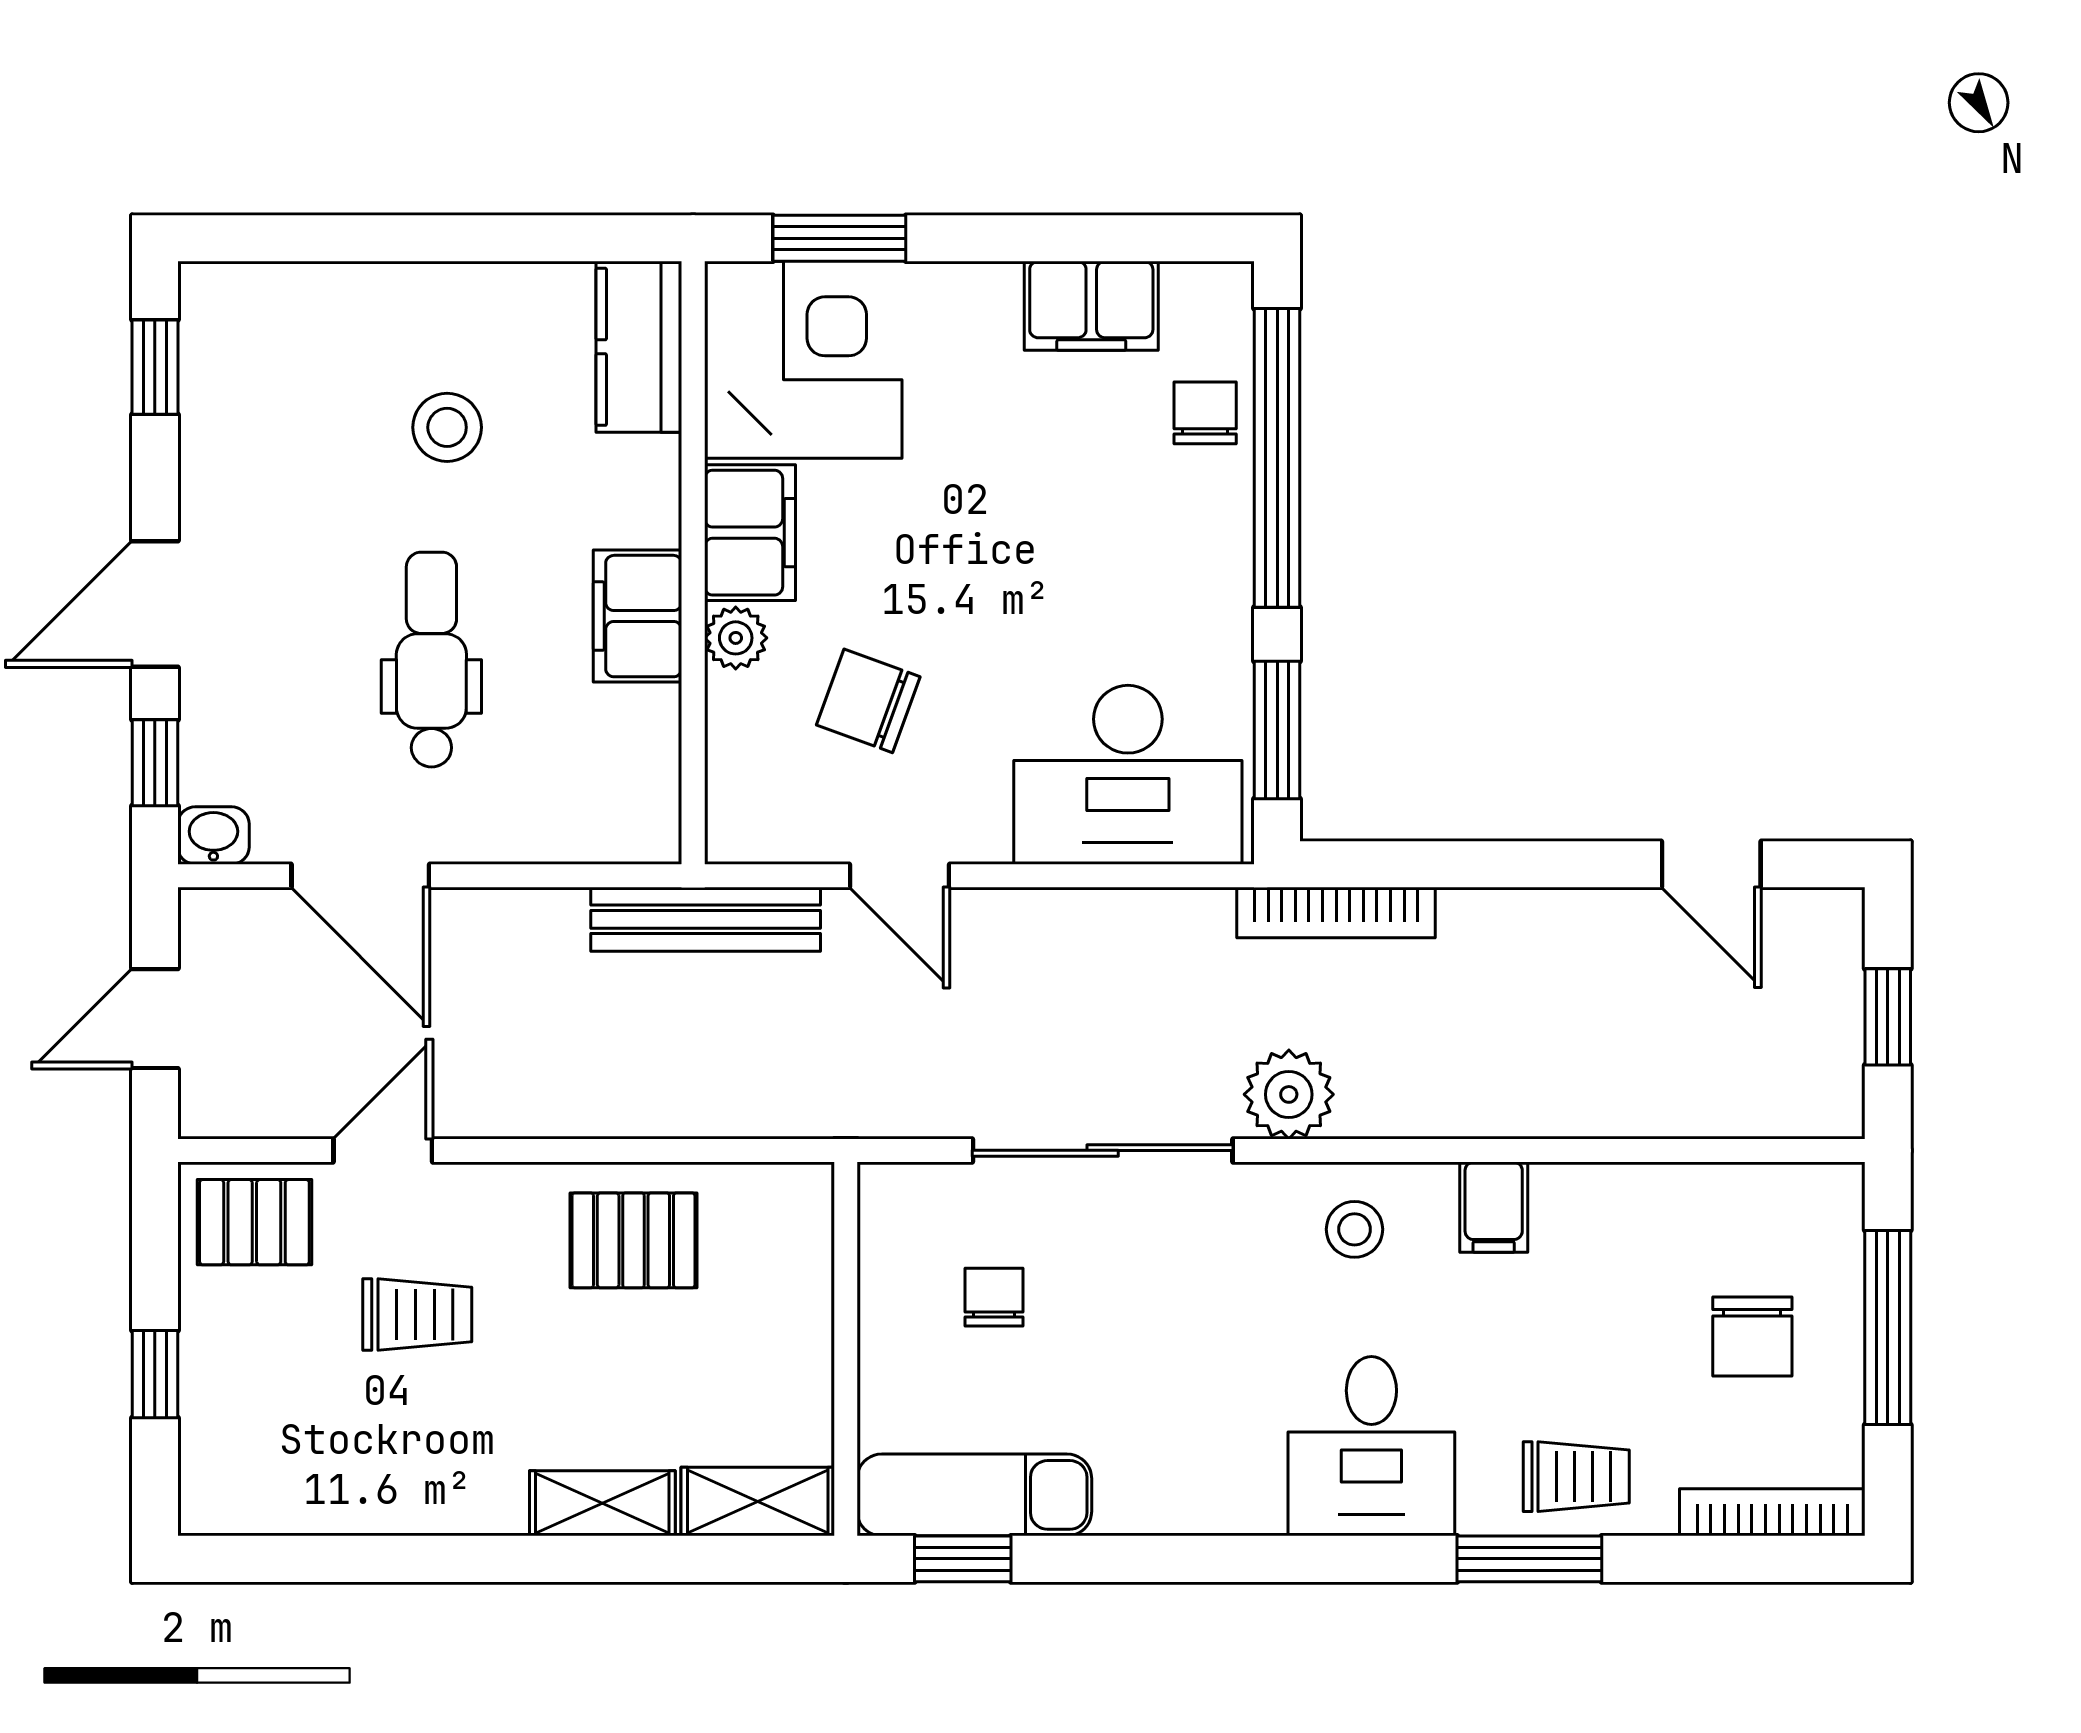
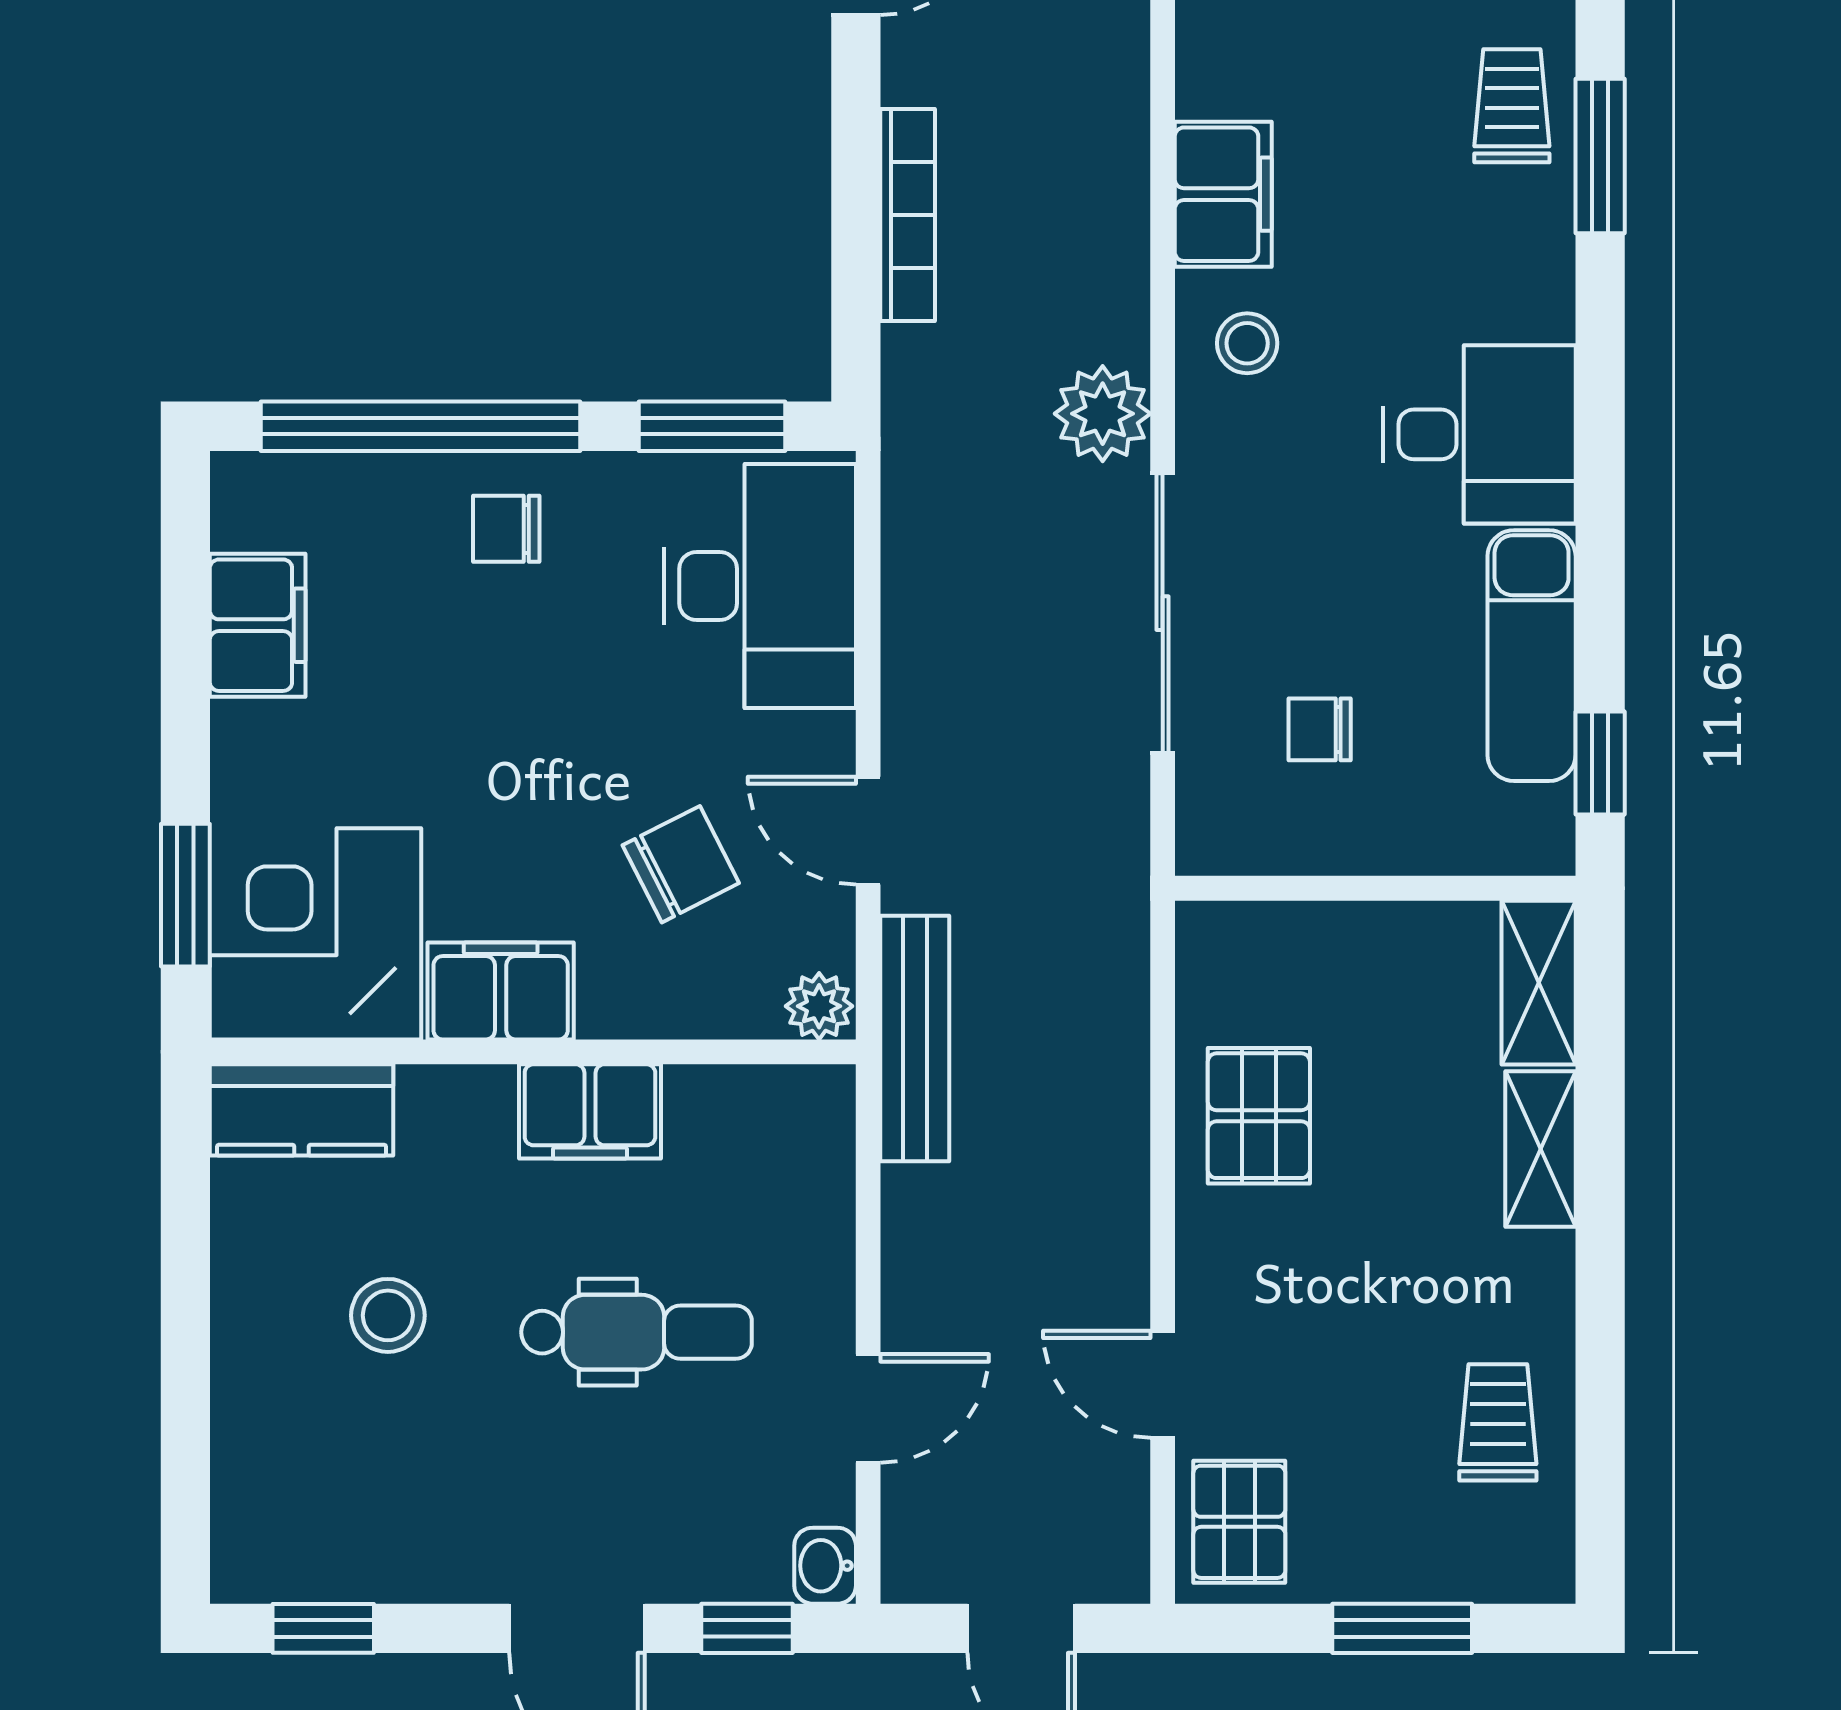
chair: (1205, 413) -> (506, 529), moved
plant: (736, 638) -> (819, 1006), moved
dental chair: (431, 660) -> (637, 1332), turned 180
chair: (868, 701) -> (681, 864), turned -137
door: (360, 876) -> (868, 1408), width x0.73
door: (900, 876) -> (868, 831), swing flipped
bookcase: (1336, 913) -> (908, 215), moved
filing cabinet: (1494, 1207) -> (1223, 194), width x2.00
trolley: (417, 1314) -> (1498, 1422), moved
window: (155, 1374) -> (1402, 1628), width x1.50
desk: (1371, 1446) -> (1479, 434), moved
exam couch: (974, 1495) -> (1532, 656), moved

